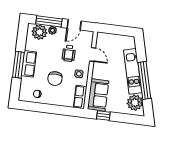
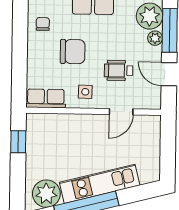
chair: (55, 79) -> (73, 52), turned 180
sofa: (98, 95) -> (52, 129), removed

